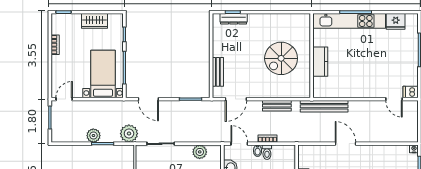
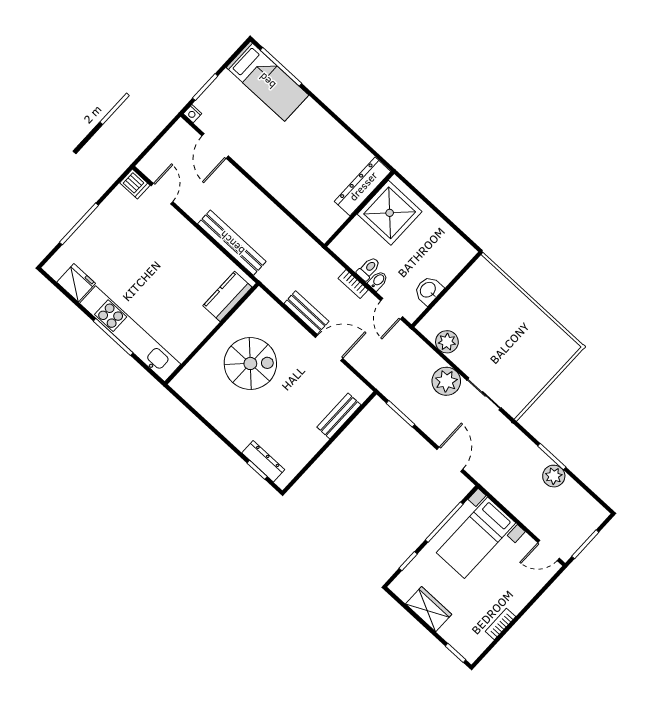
kitchen counter: (320, 62) -> (227, 296), moved
door: (236, 99) -> (329, 348), moved
bench: (324, 106) -> (232, 243), moved
plant: (129, 134) -> (446, 381), moved
door: (345, 144) -> (215, 146), moved

